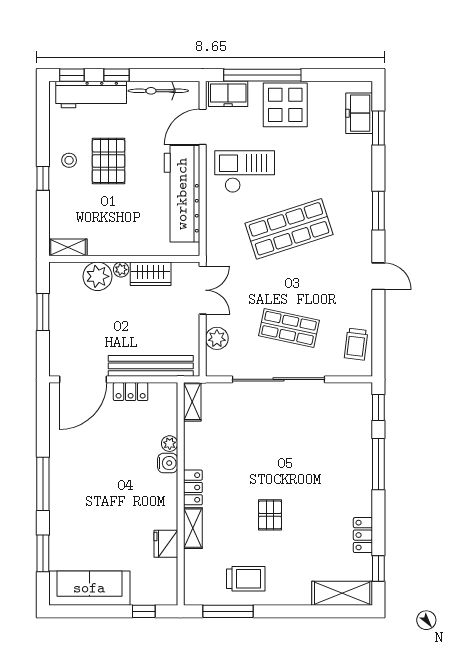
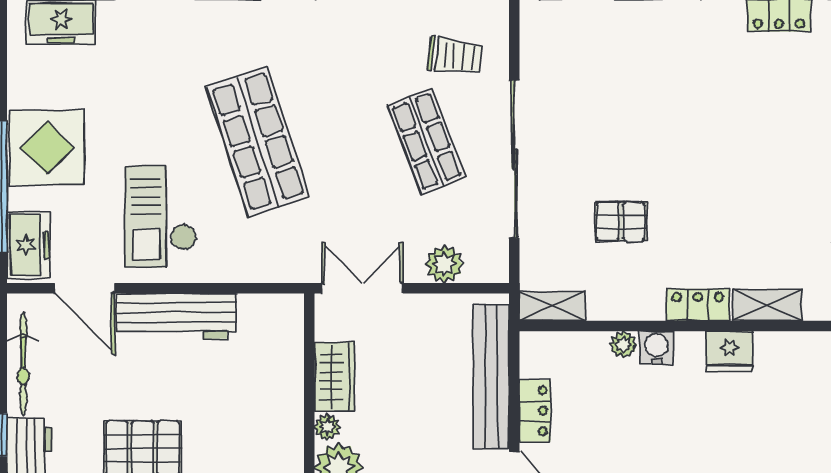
workbench: (182, 194) -> (176, 316), width x0.73, depth x0.76
shop shelf: (289, 328) -> (427, 141), turned -33
trolley: (356, 344) -> (455, 56), moved
pallet: (270, 515) -> (621, 221), moved
fridge: (166, 544) -> (729, 351), moved

